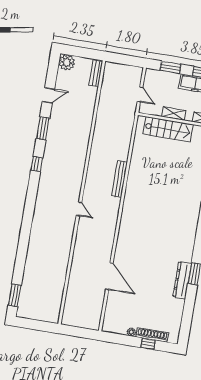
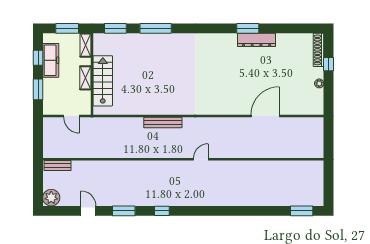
door: (140, 94) -> (71, 116), swing flipped
shoe rack: (152, 335) -> (319, 50), moved

